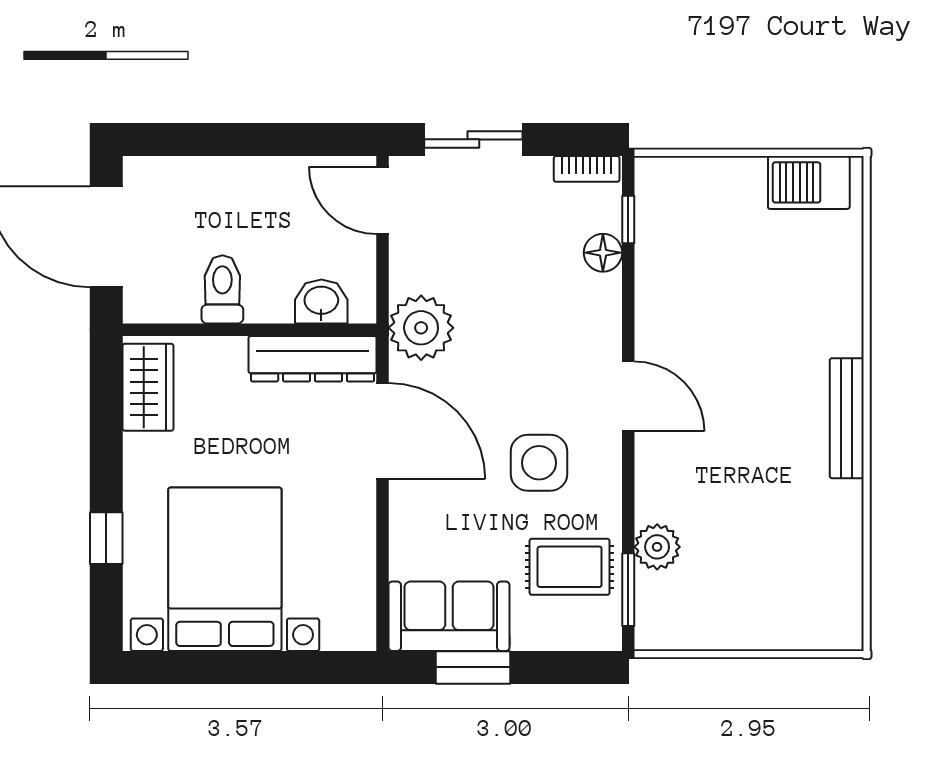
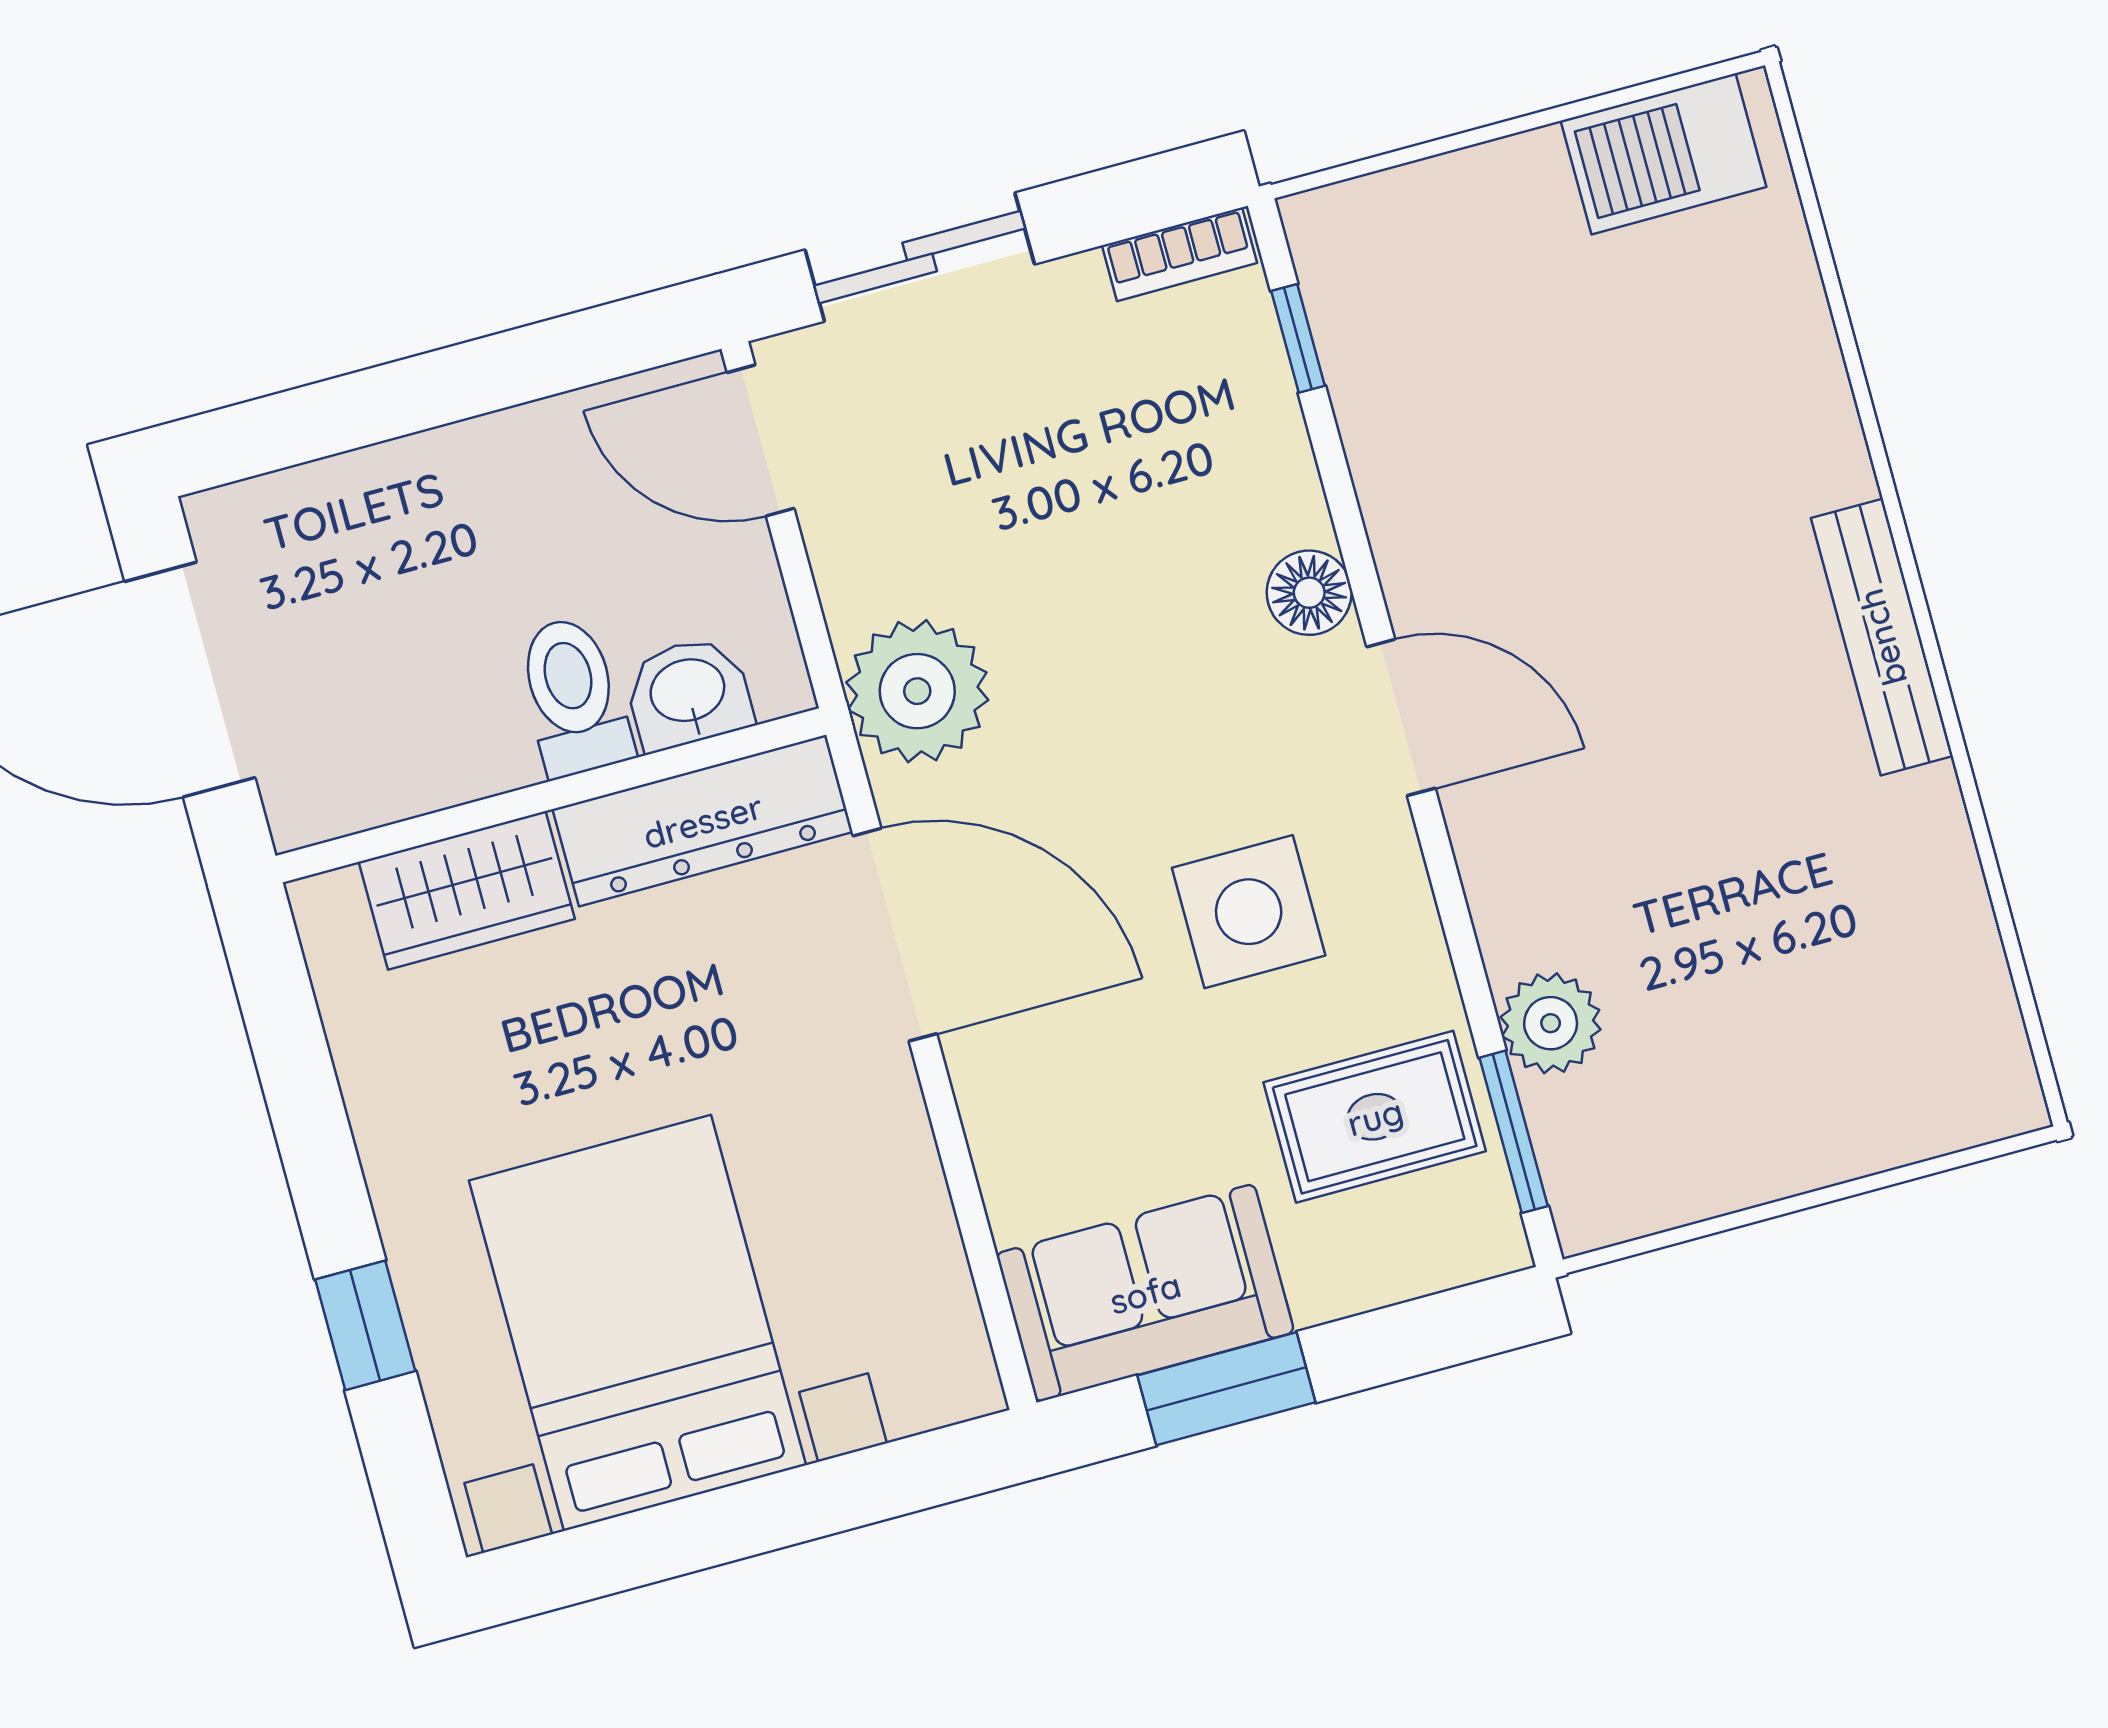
floor lamp: (603, 253) -> (1309, 593), moved
toilet: (222, 289) -> (574, 696), moved
wardrobe: (148, 387) -> (467, 890), moved, turned 90

